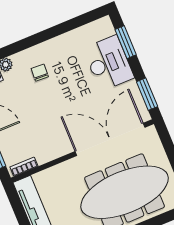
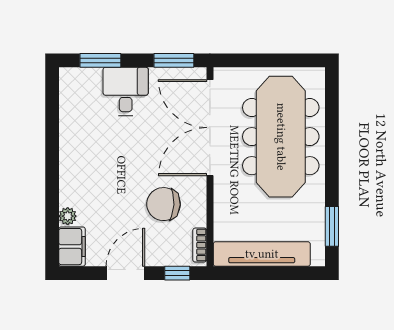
desk: (109, 63) -> (126, 91), width x0.73
chair: (40, 73) -> (164, 204), moved, width x1.87, depth x1.87

